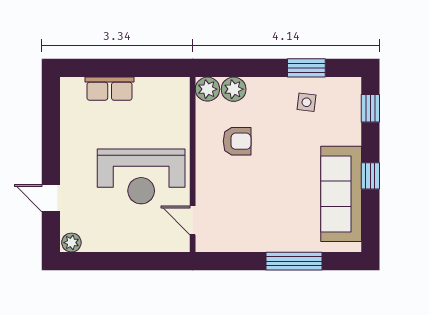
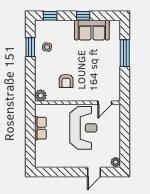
row of seats: (110, 89) -> (40, 128), moved
plant: (234, 89) -> (41, 83), removed
armchair: (237, 141) -> (66, 81), turned 180
sofa: (341, 194) -> (92, 30), width x0.73

